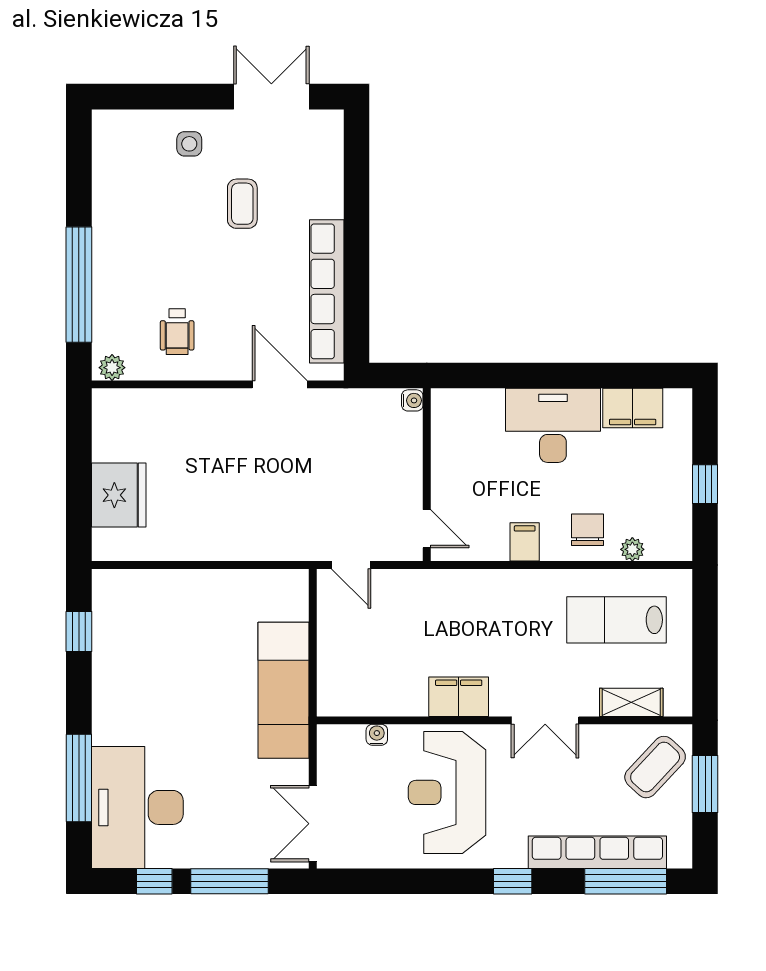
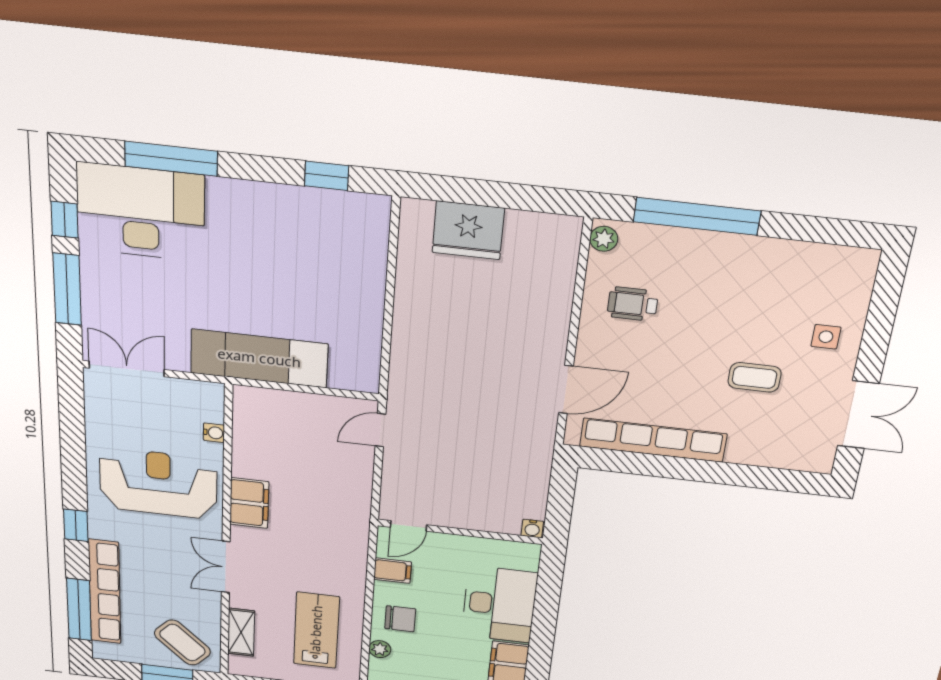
water cooler: (412, 400) -> (532, 529), moved
wall: (427, 475) -> (460, 532), moved
door: (427, 529) -> (409, 526), moved

